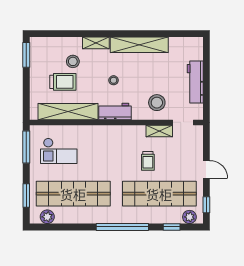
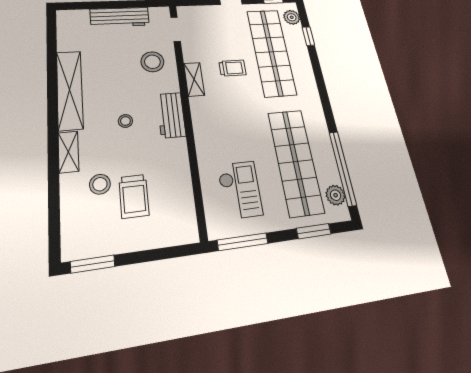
trolley: (63, 82) -> (134, 196), turned 180
shelving: (68, 112) -> (180, 183), removed
shelving: (159, 131) -> (194, 79), moved
window: (122, 227) -> (343, 168), moved

